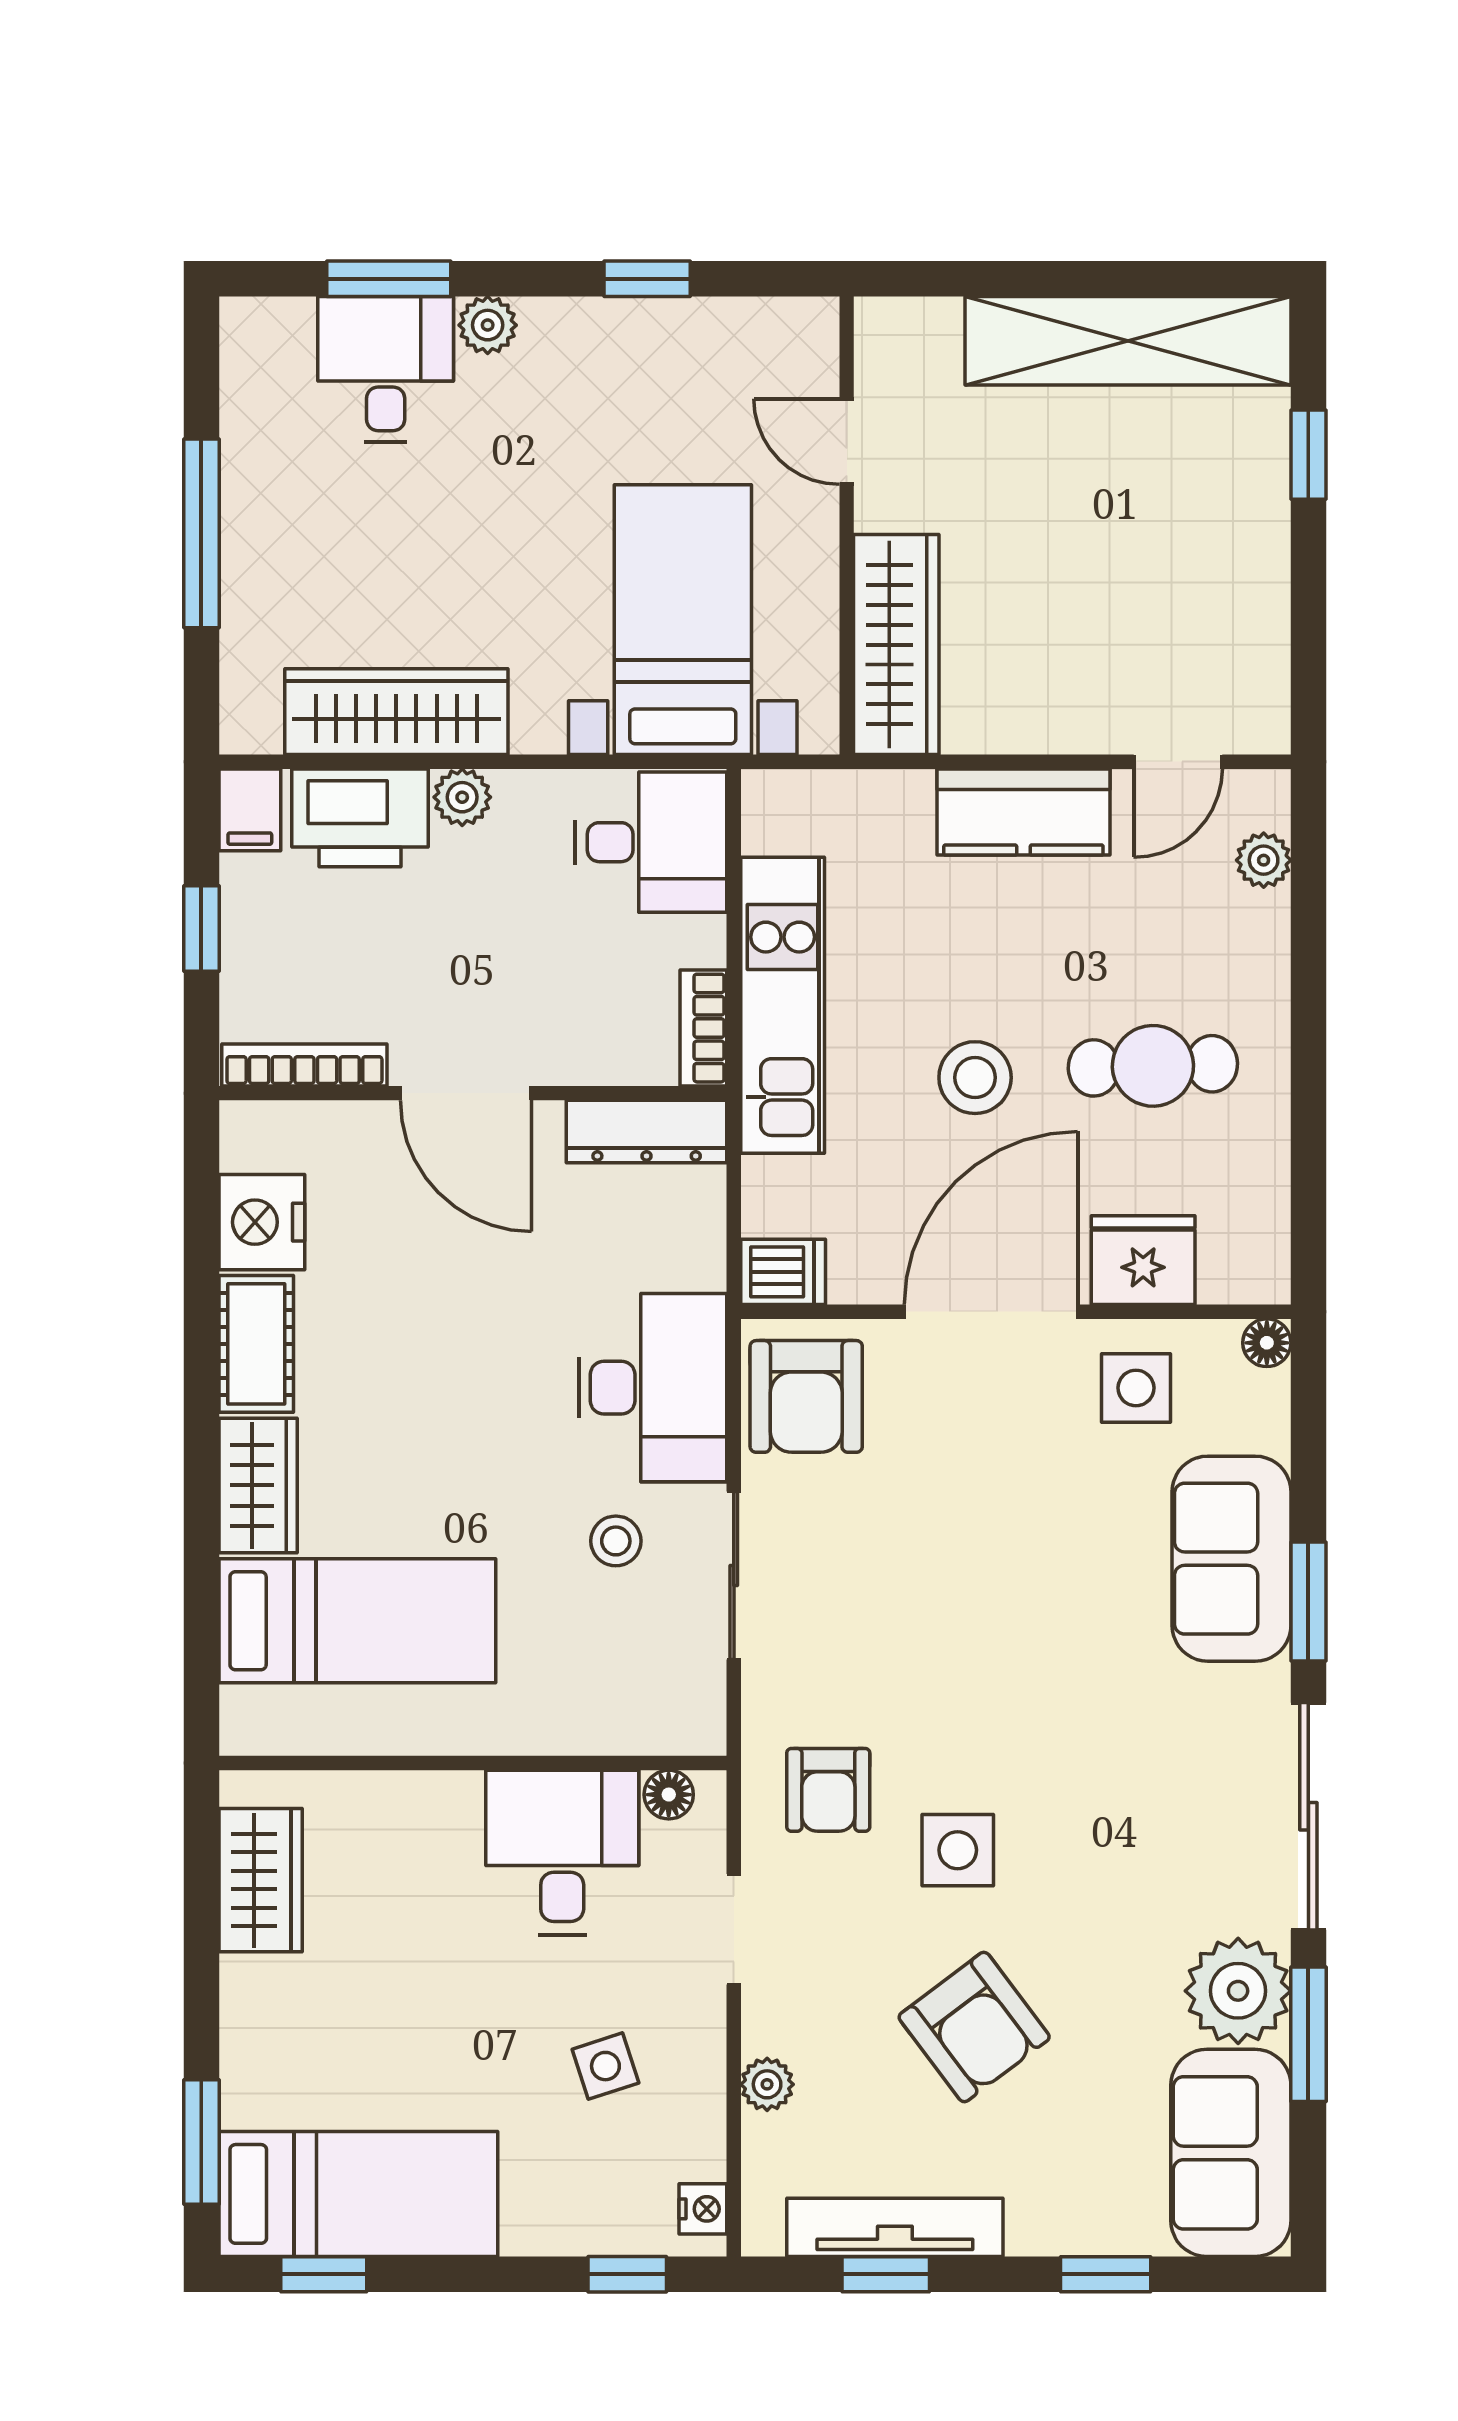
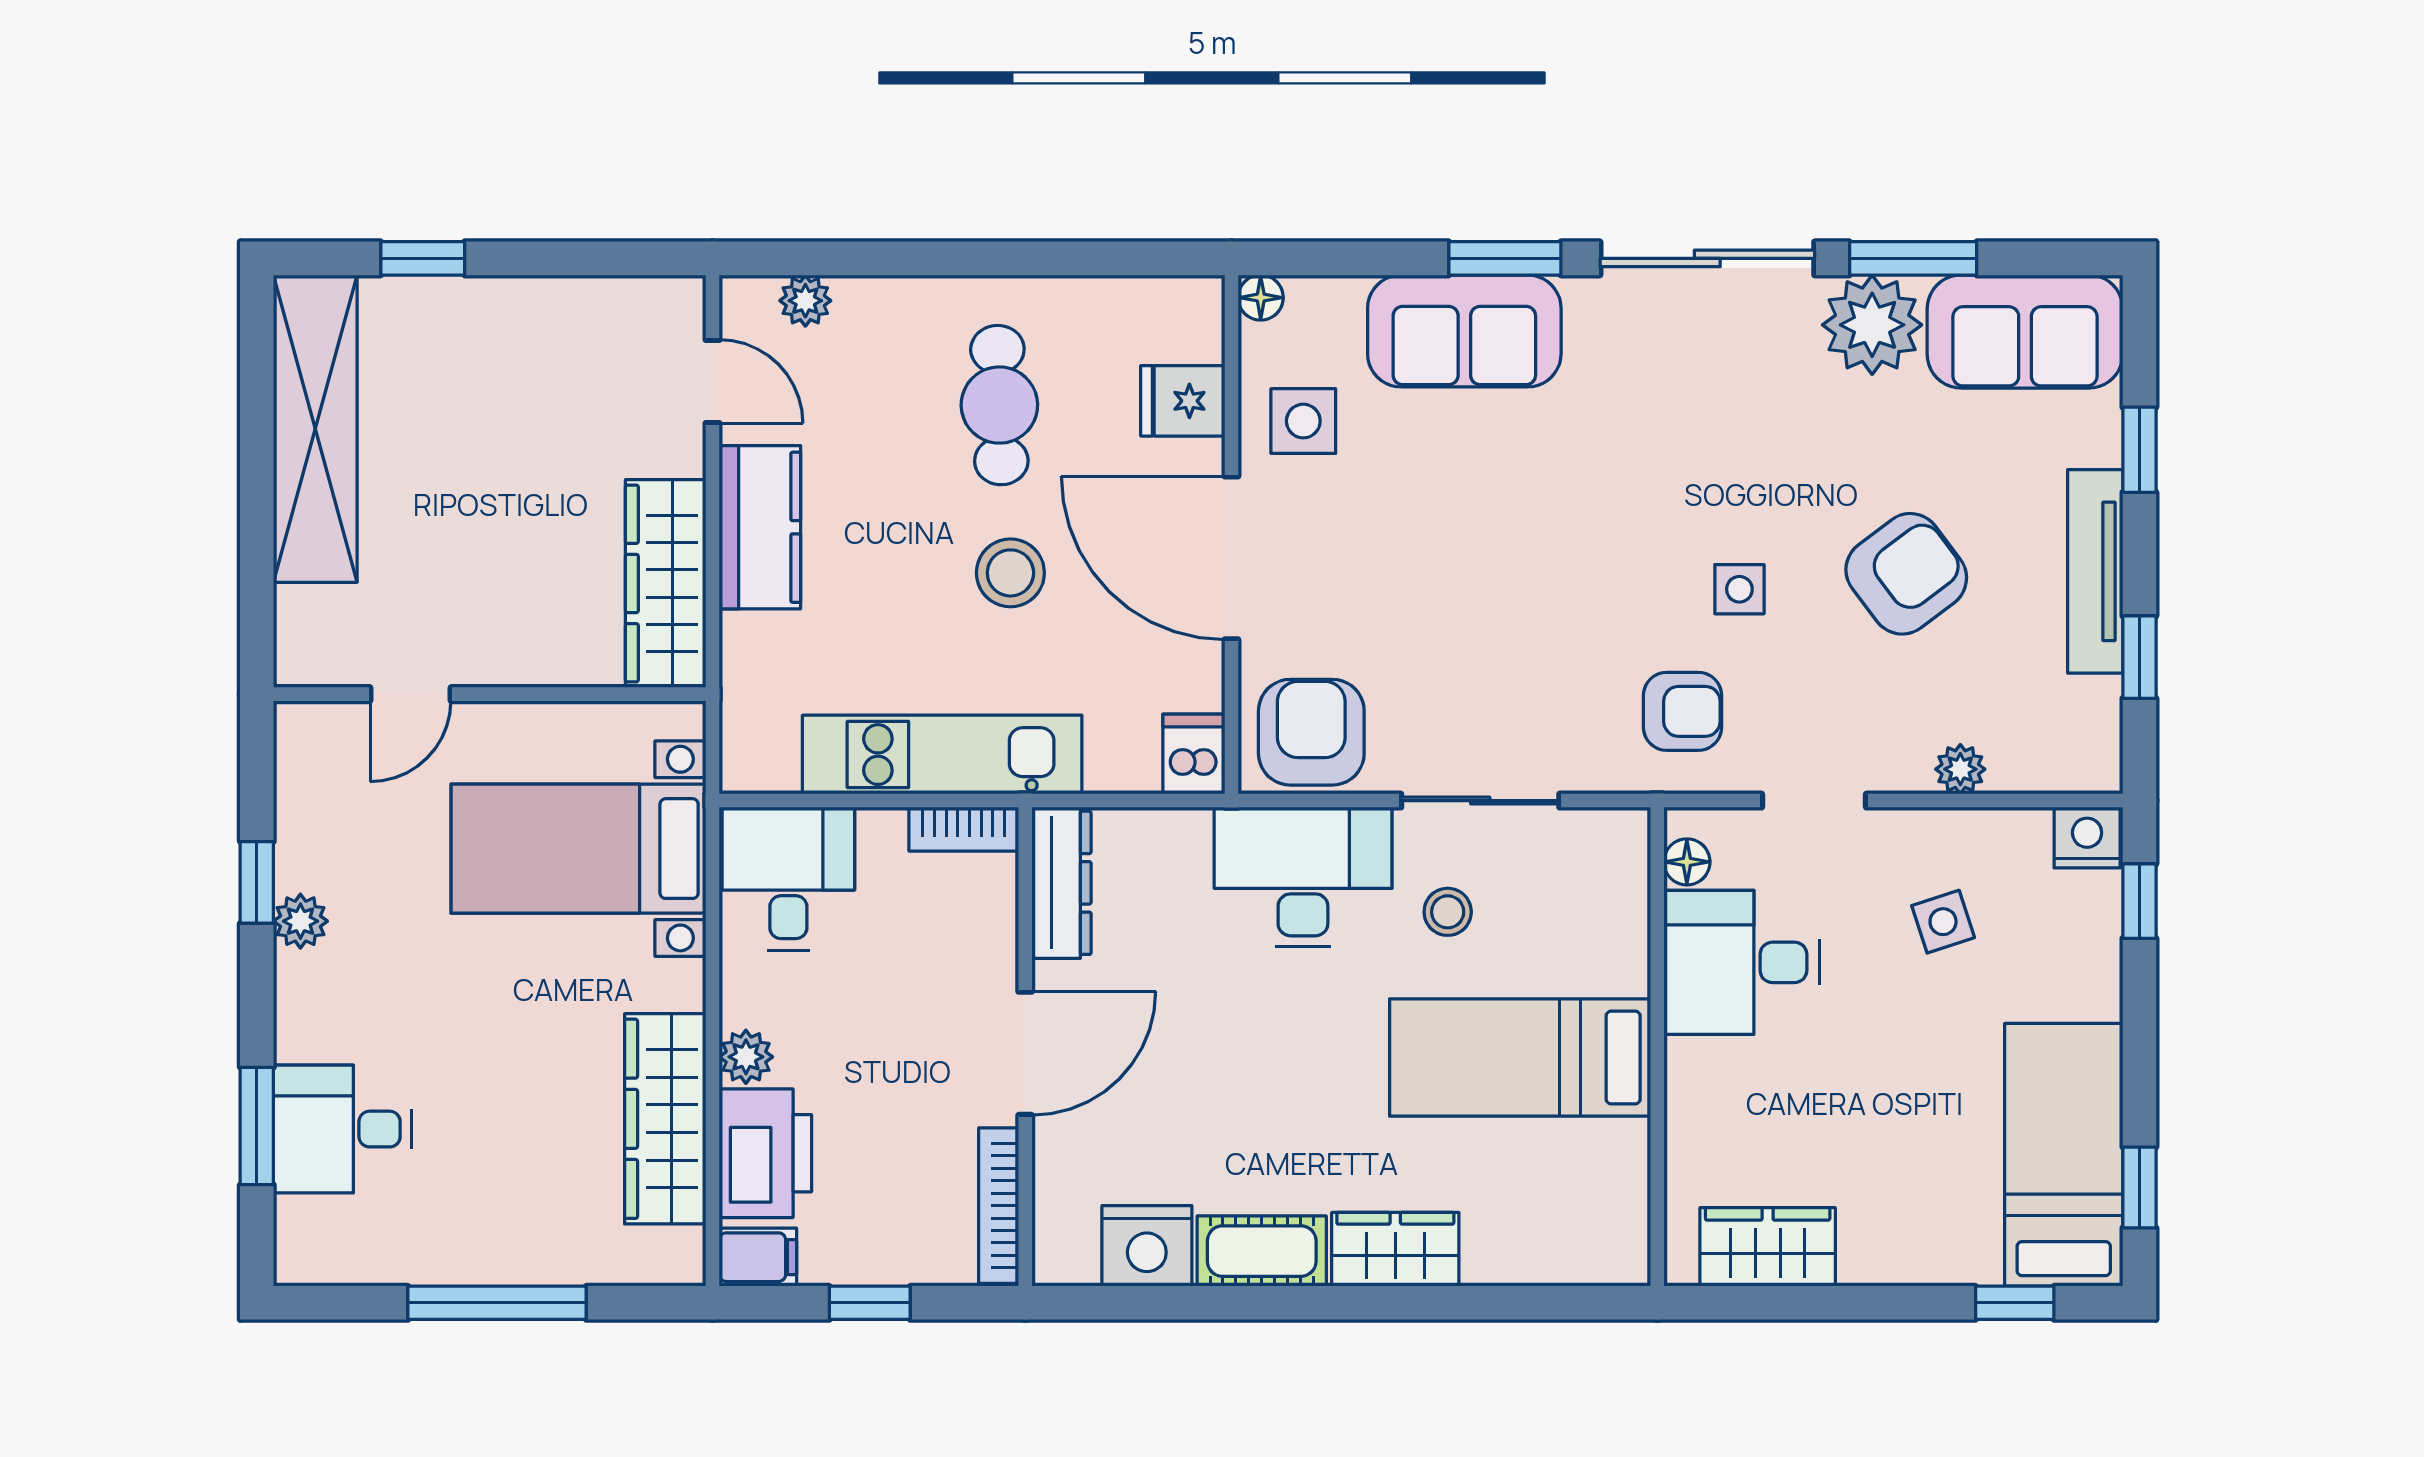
plant: (488, 325) -> (300, 921), moved
wardrobe: (896, 645) -> (666, 583), moved, turned -90
fridge: (1143, 1260) -> (1183, 401), width x0.72
armchair: (806, 1396) -> (1311, 732), turned -90
bed: (357, 1621) -> (1520, 1058), moved, turned -90
side table: (958, 1850) -> (1739, 589), width x0.73, depth x0.73
window: (201, 2142) -> (2015, 1303), width x0.67
nightstand: (703, 2209) -> (2087, 838), width x1.39, depth x1.35
tv unit: (895, 2227) -> (2095, 571), moved

